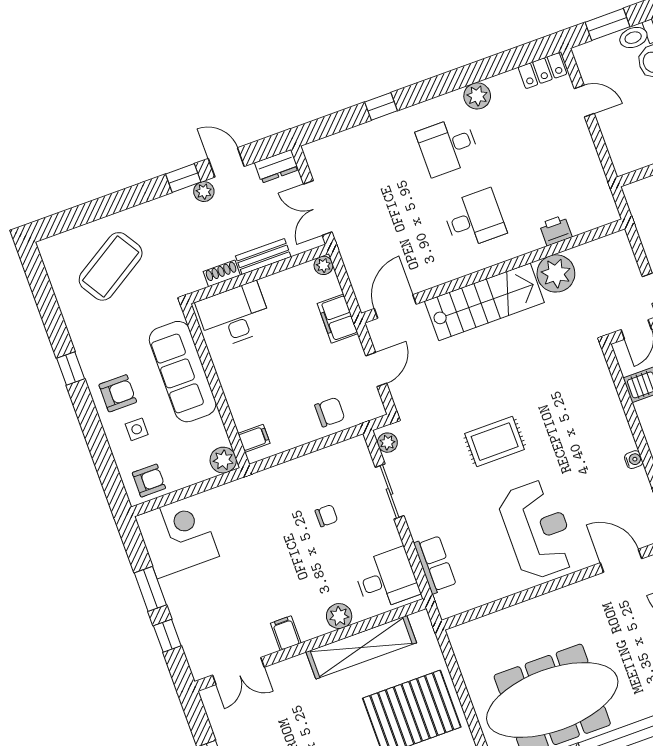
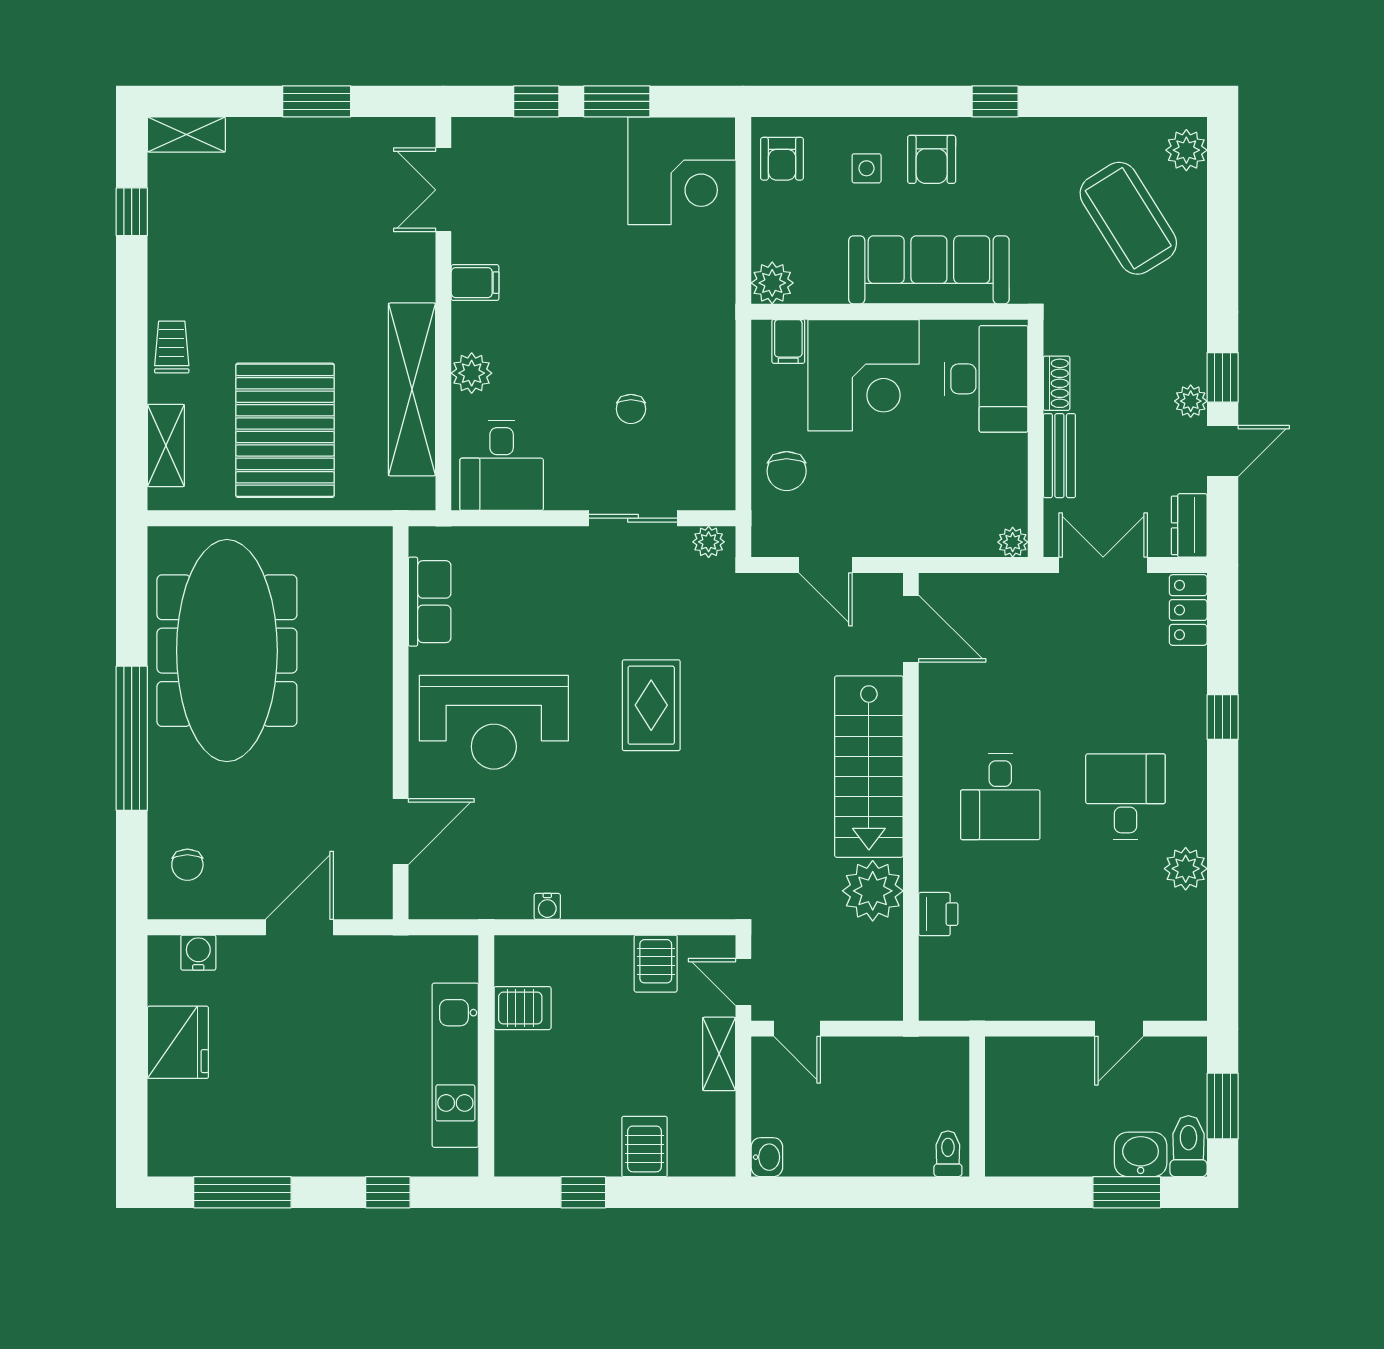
locker: (542, 71) -> (1188, 610), moved
plant: (59, 247) -> (1186, 150), added
filing cabinet: (338, 319) -> (924, 534), removed
corner desk: (258, 387) -> (863, 375), added
row of seats: (435, 564) -> (430, 602), moved, turned -90

